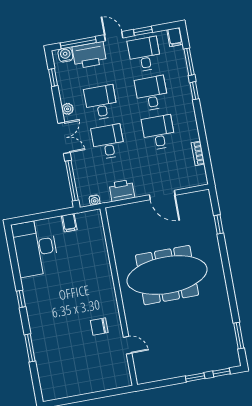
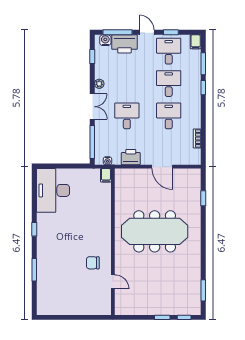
desk: (101, 103) -> (127, 84), removed
filing cabinet: (69, 223) -> (106, 175), moved

